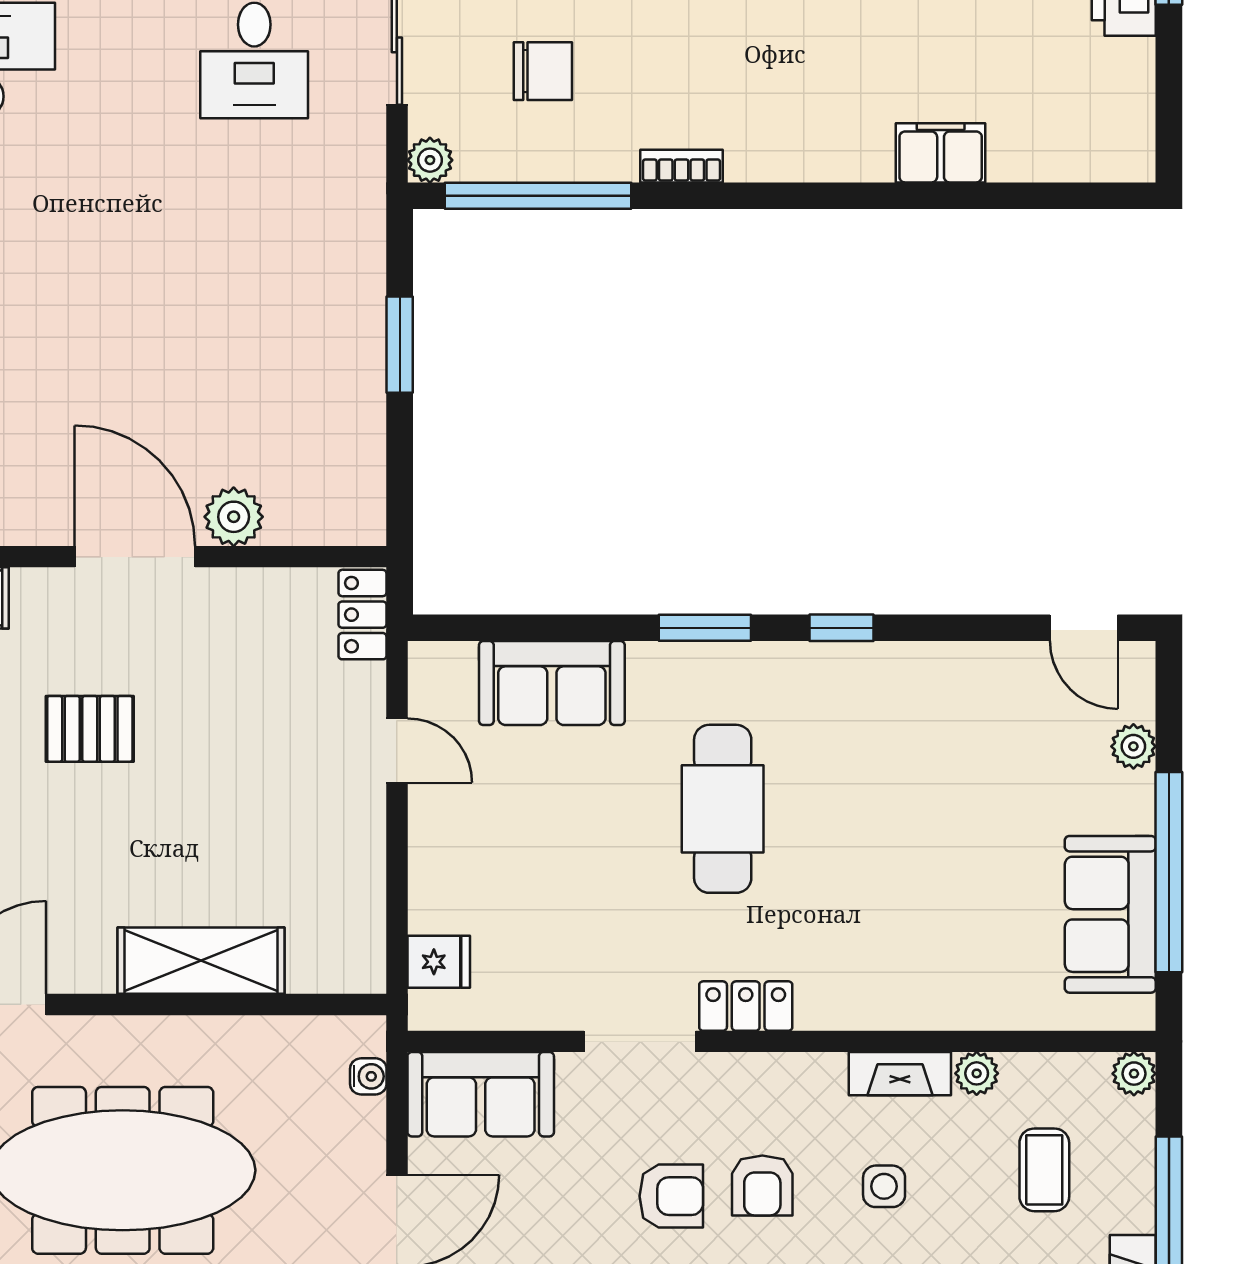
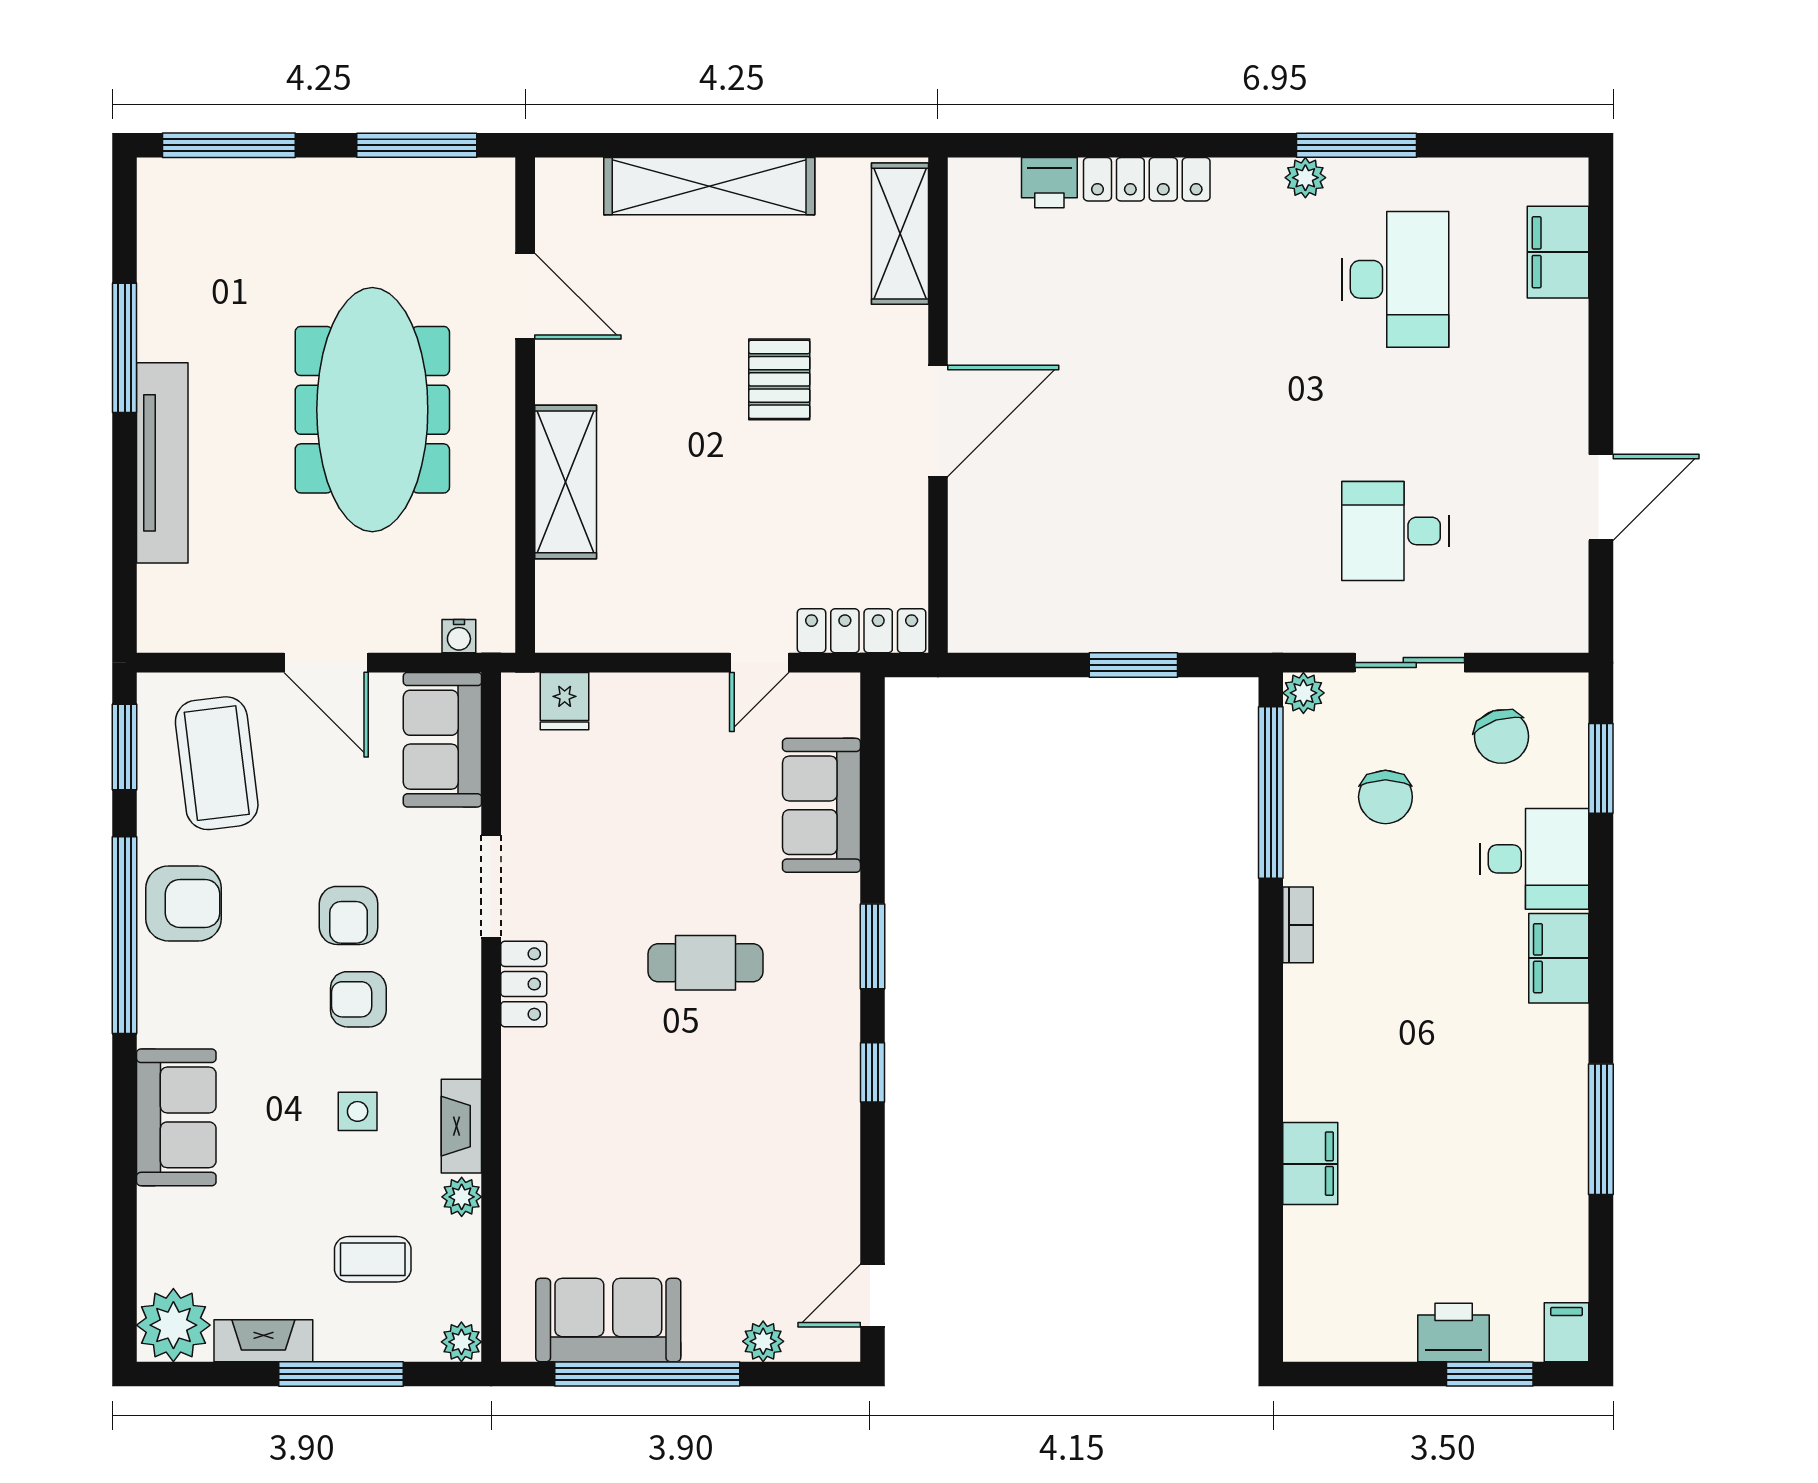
plant: (234, 517) -> (975, 512), removed
locker: (362, 615) -> (862, 631), width x1.53
cafe table: (723, 809) -> (705, 963), width x0.73, depth x0.74

